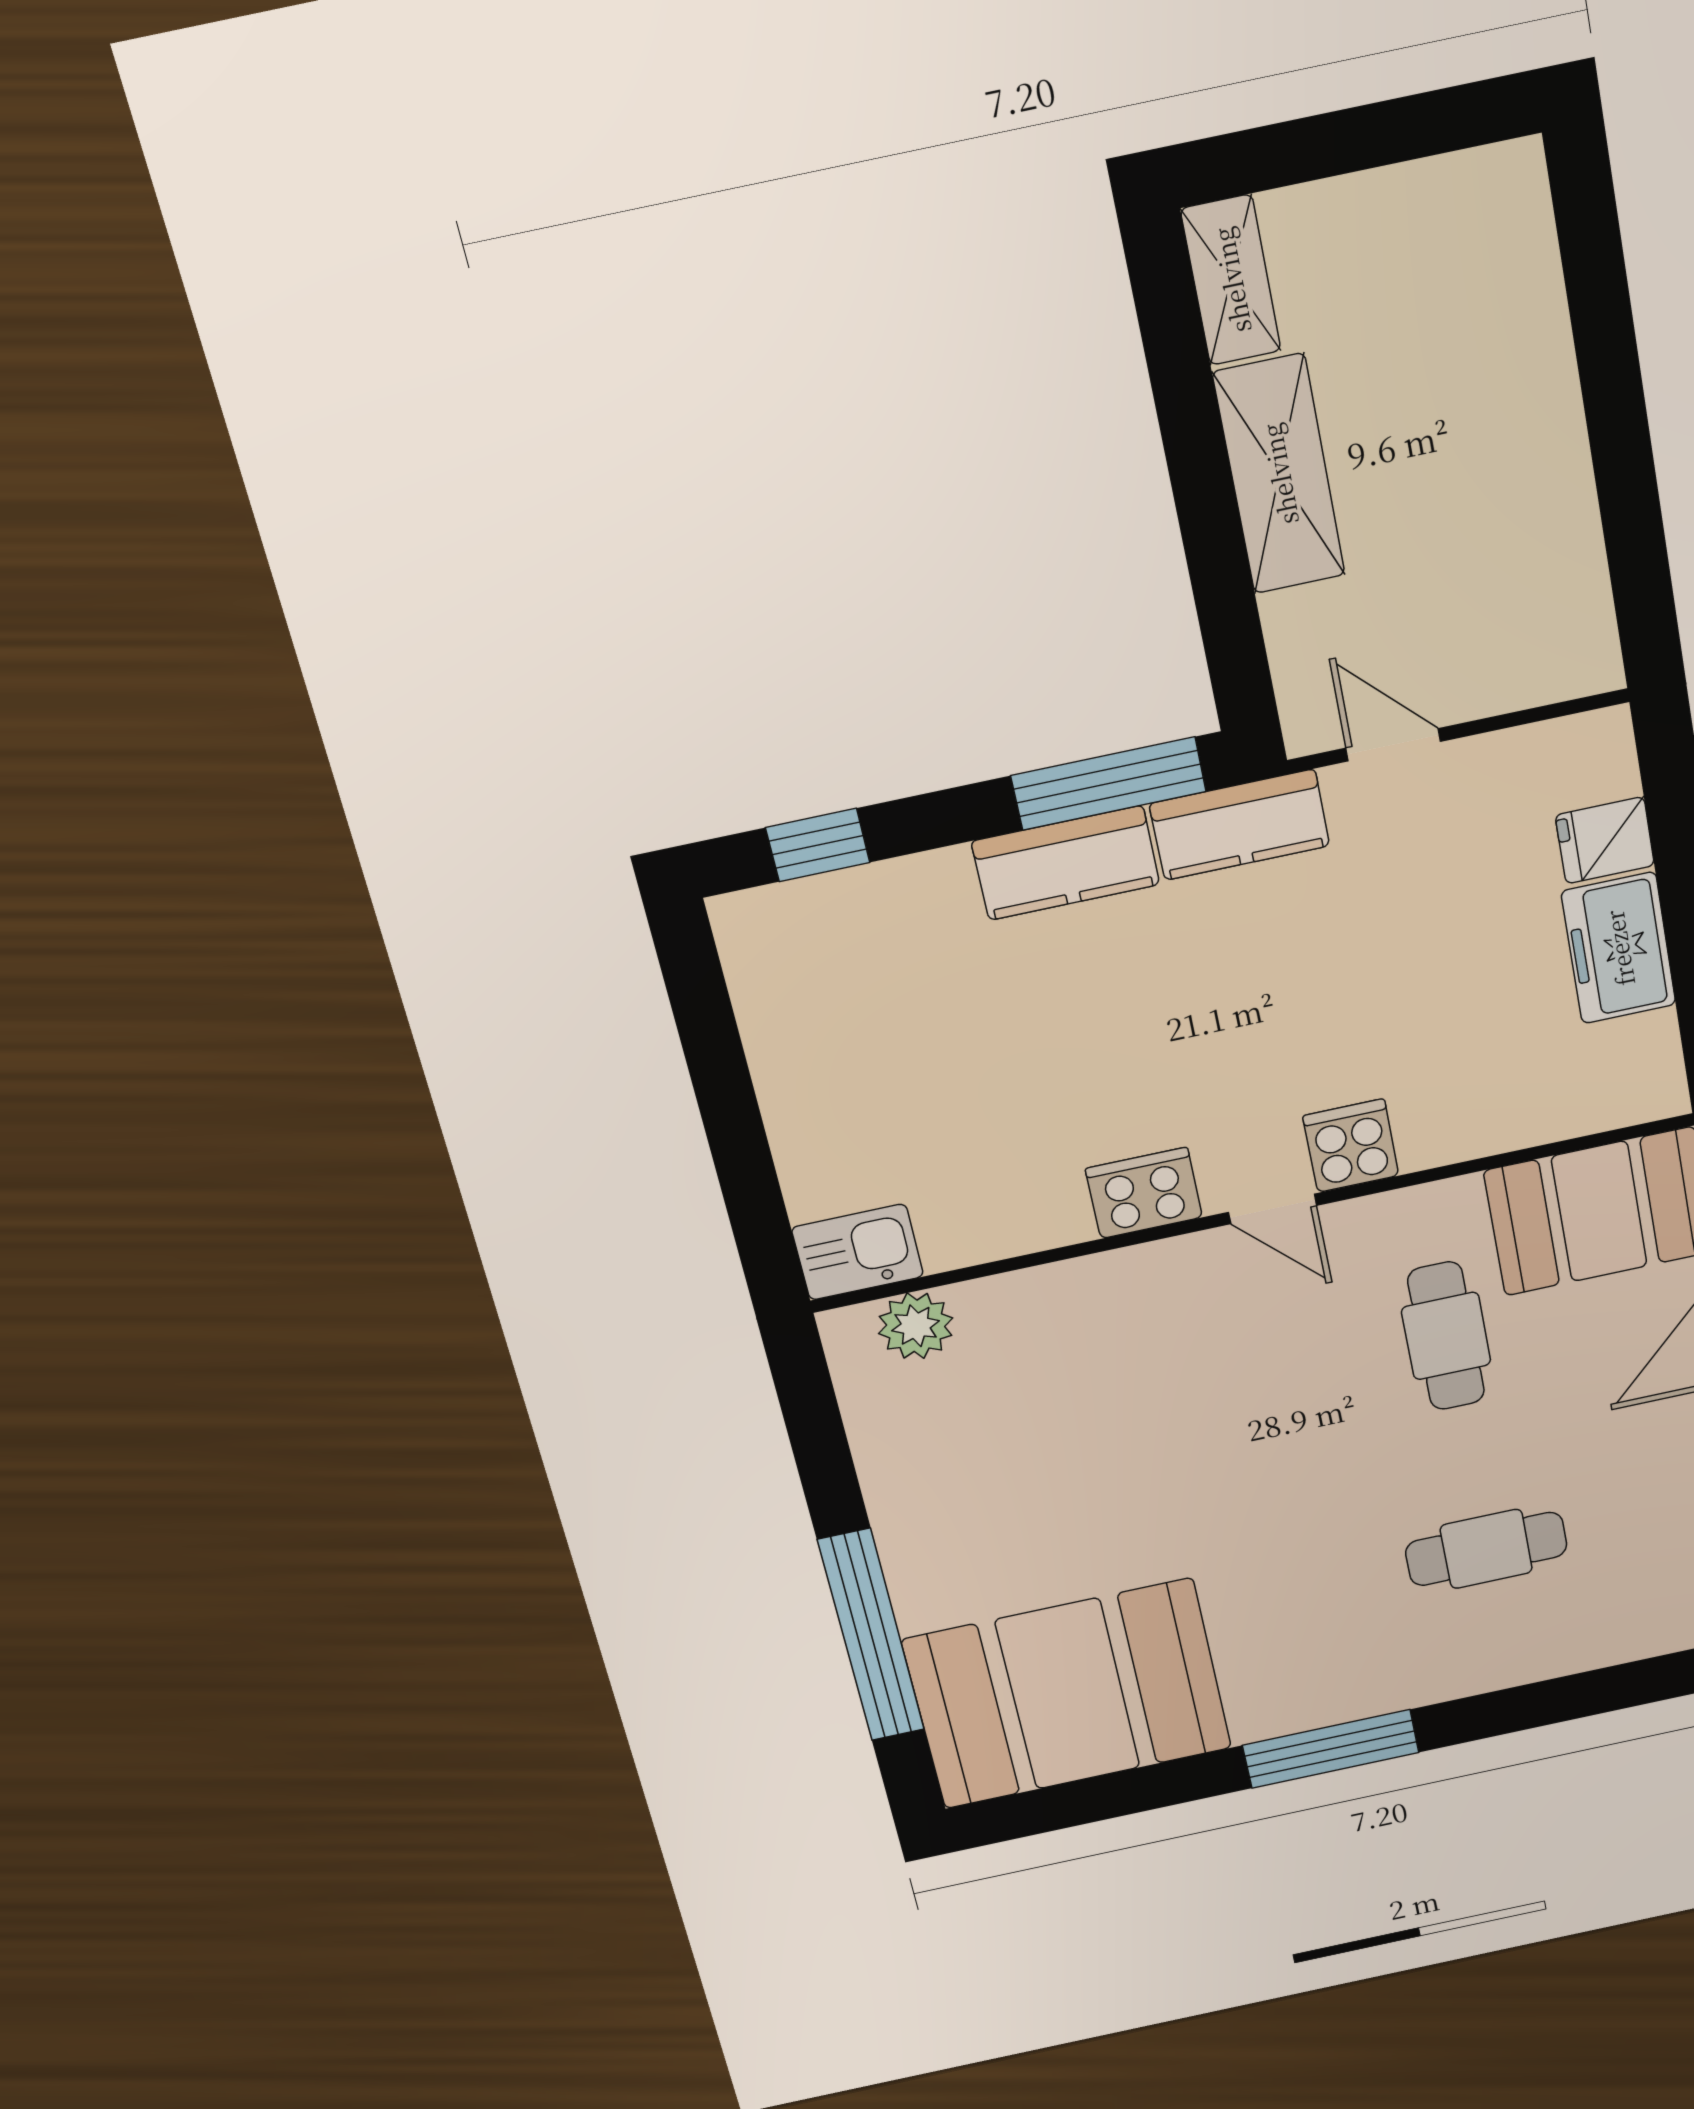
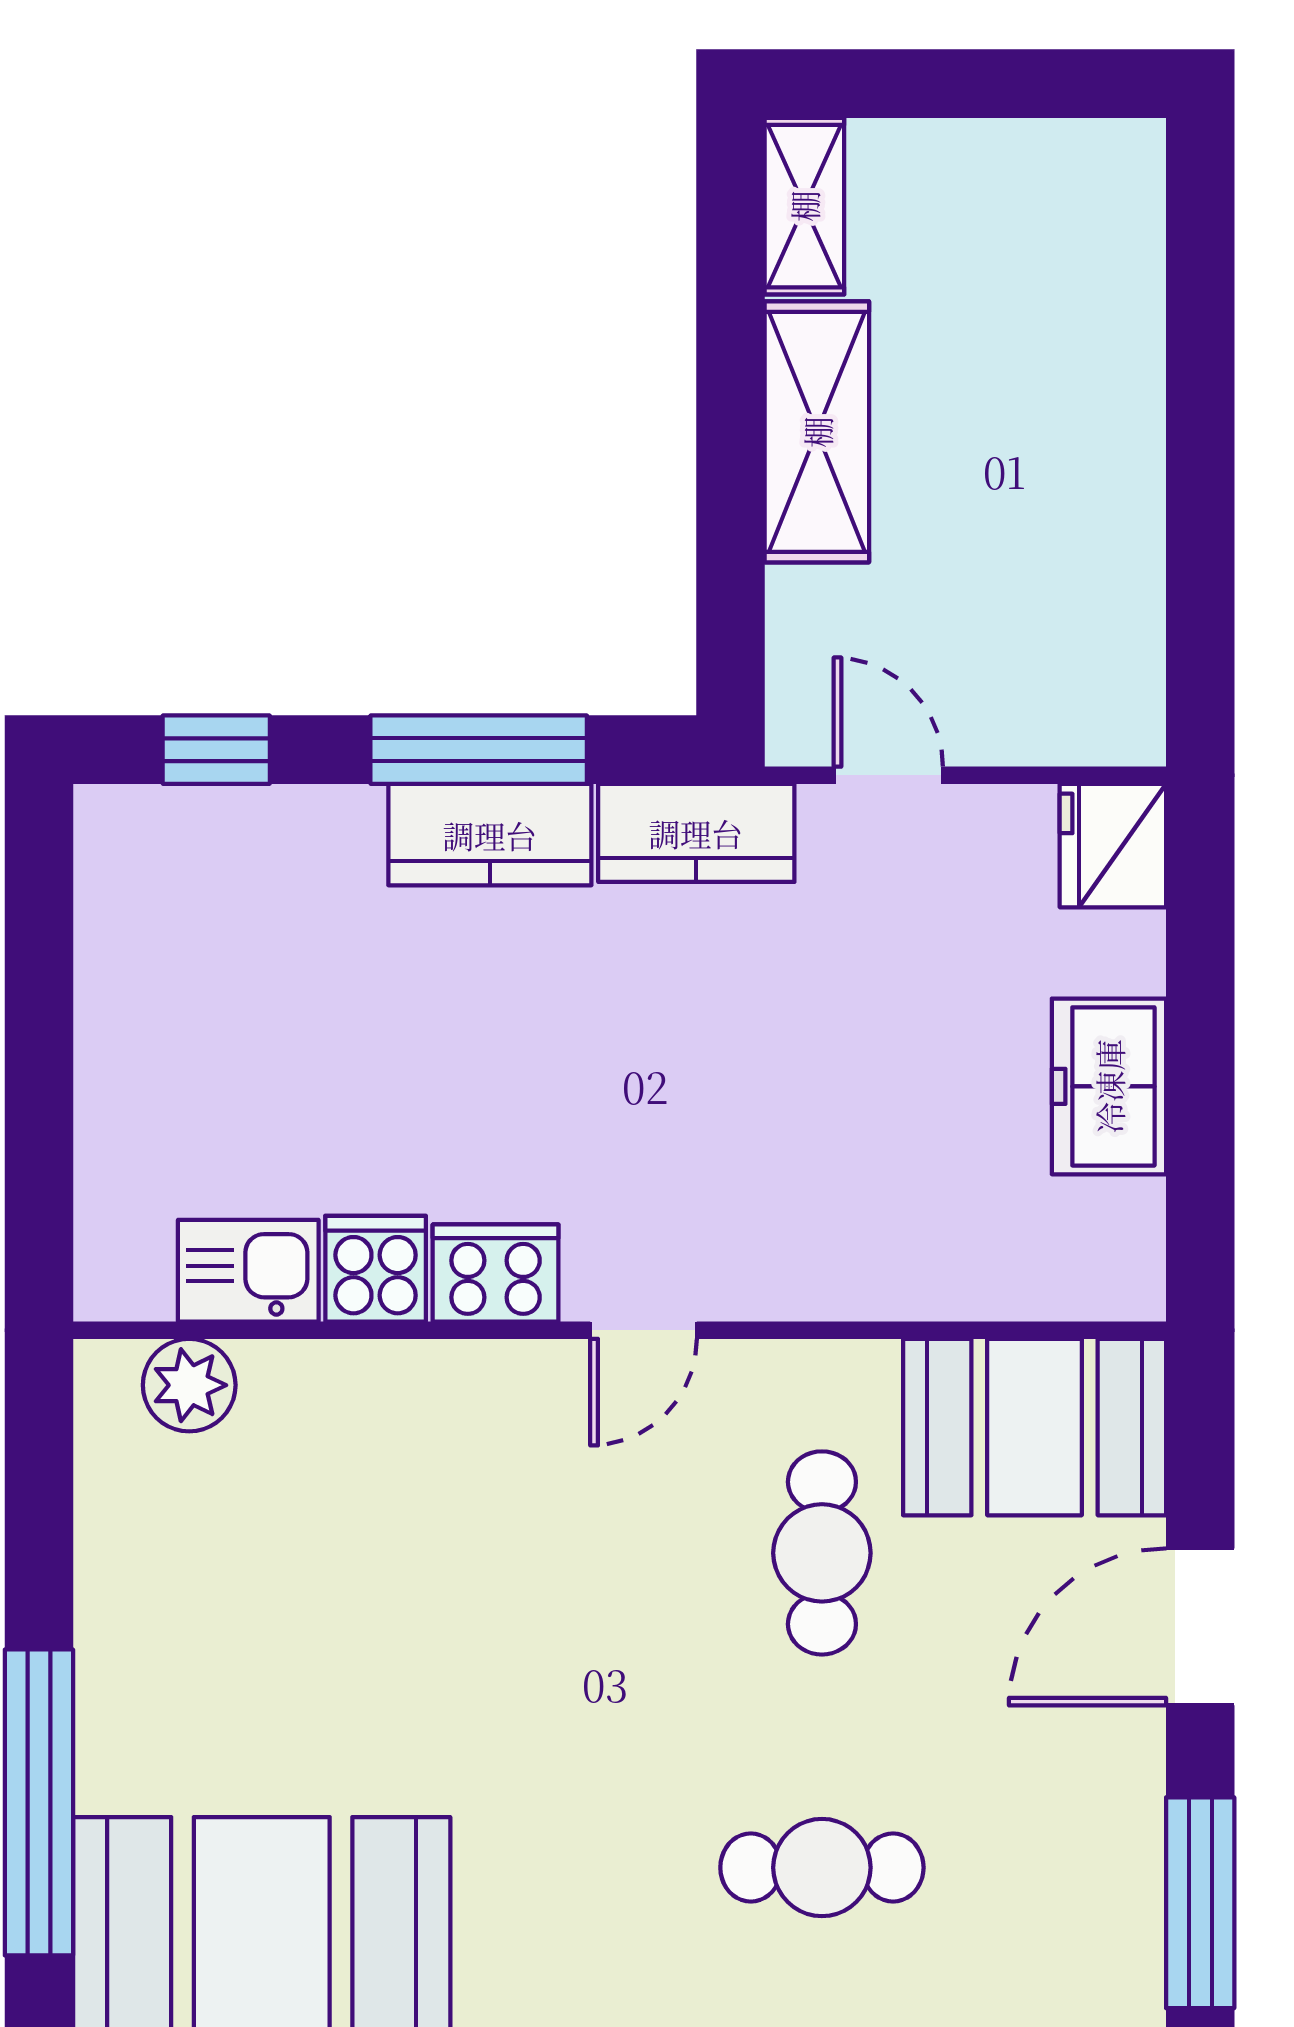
window: (1109, 784) -> (479, 750), moved
fridge: (1605, 840) -> (1113, 846), moved, width x1.38
cooker: (1351, 1146) -> (376, 1269), moved
door: (1273, 1209) -> (644, 1330), hinge flipped
kitchen sink: (858, 1252) -> (248, 1271), moved

